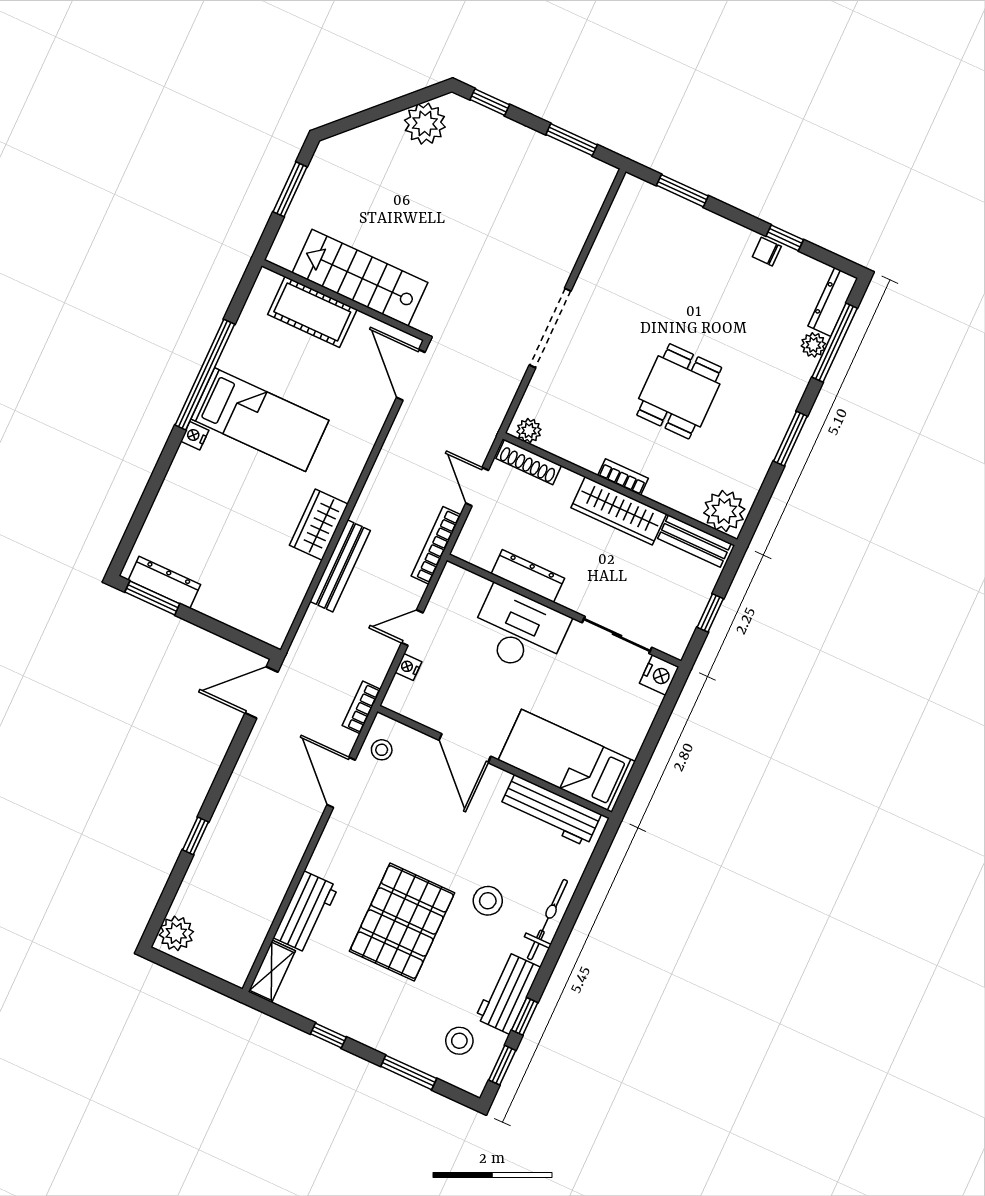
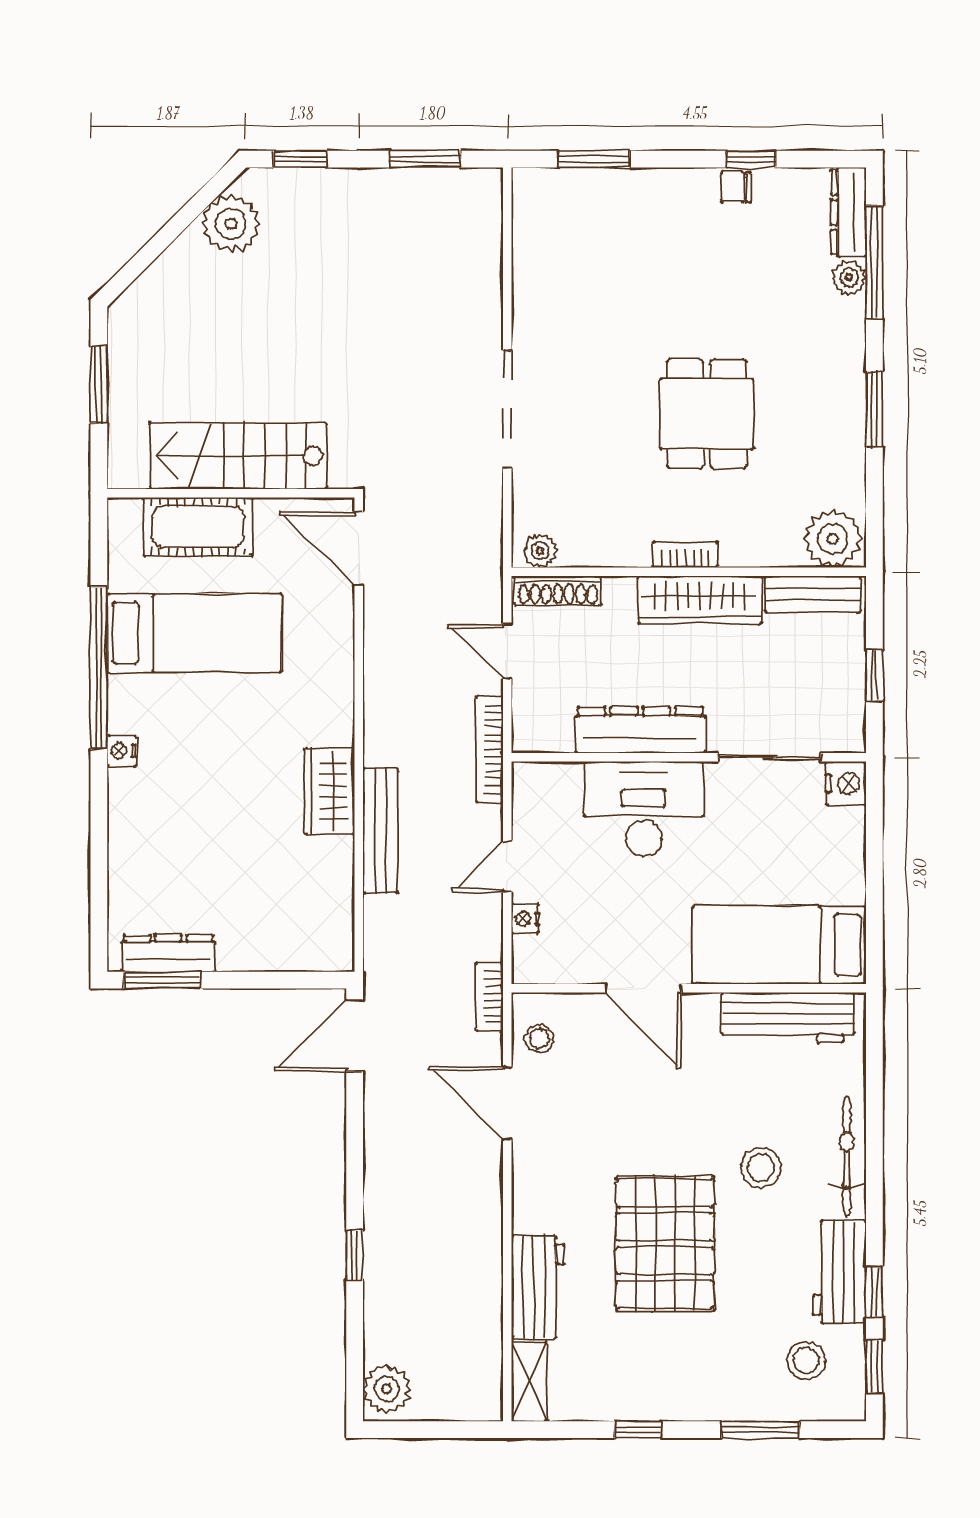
bed: (260, 420) -> (194, 633), moved
dresser: (528, 576) -> (640, 730), width x1.37, depth x1.24

